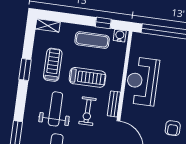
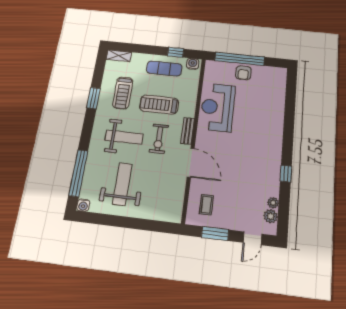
treadmill: (53, 65) -> (123, 93), turned 180
treadmill: (87, 77) -> (159, 105), turned 180
weight bench: (55, 109) -> (124, 137), turned 90
armchair: (173, 128) -> (243, 73), moved

